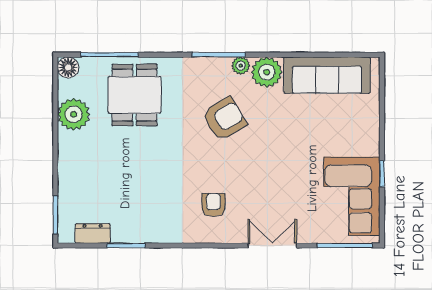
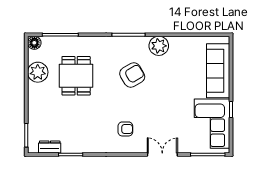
plant: (241, 66) -> (142, 42), removed
sofa: (327, 75) -> (218, 71), moved, turned 90
dining table: (135, 95) -> (76, 76), moved
armchair: (213, 205) -> (125, 129), turned 90

